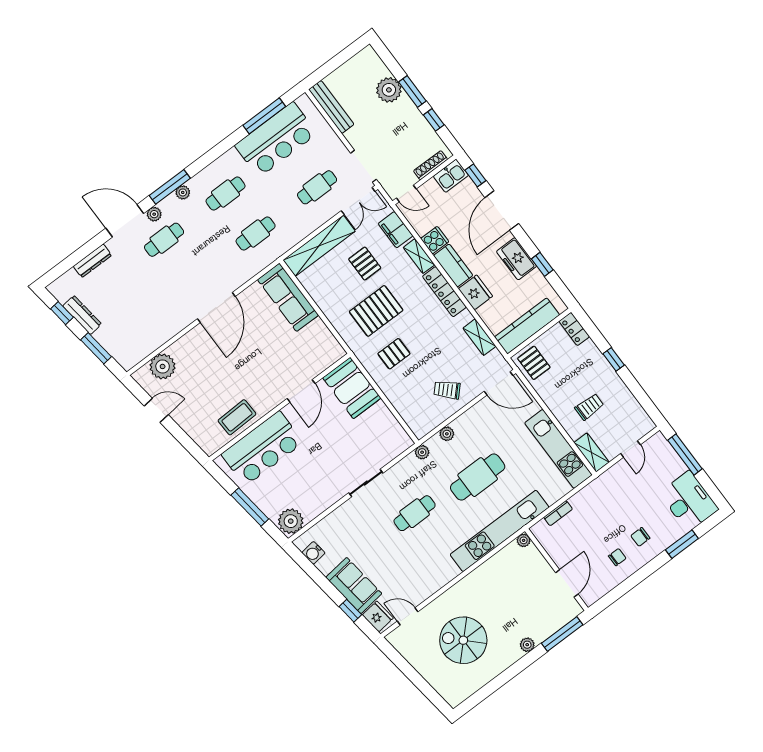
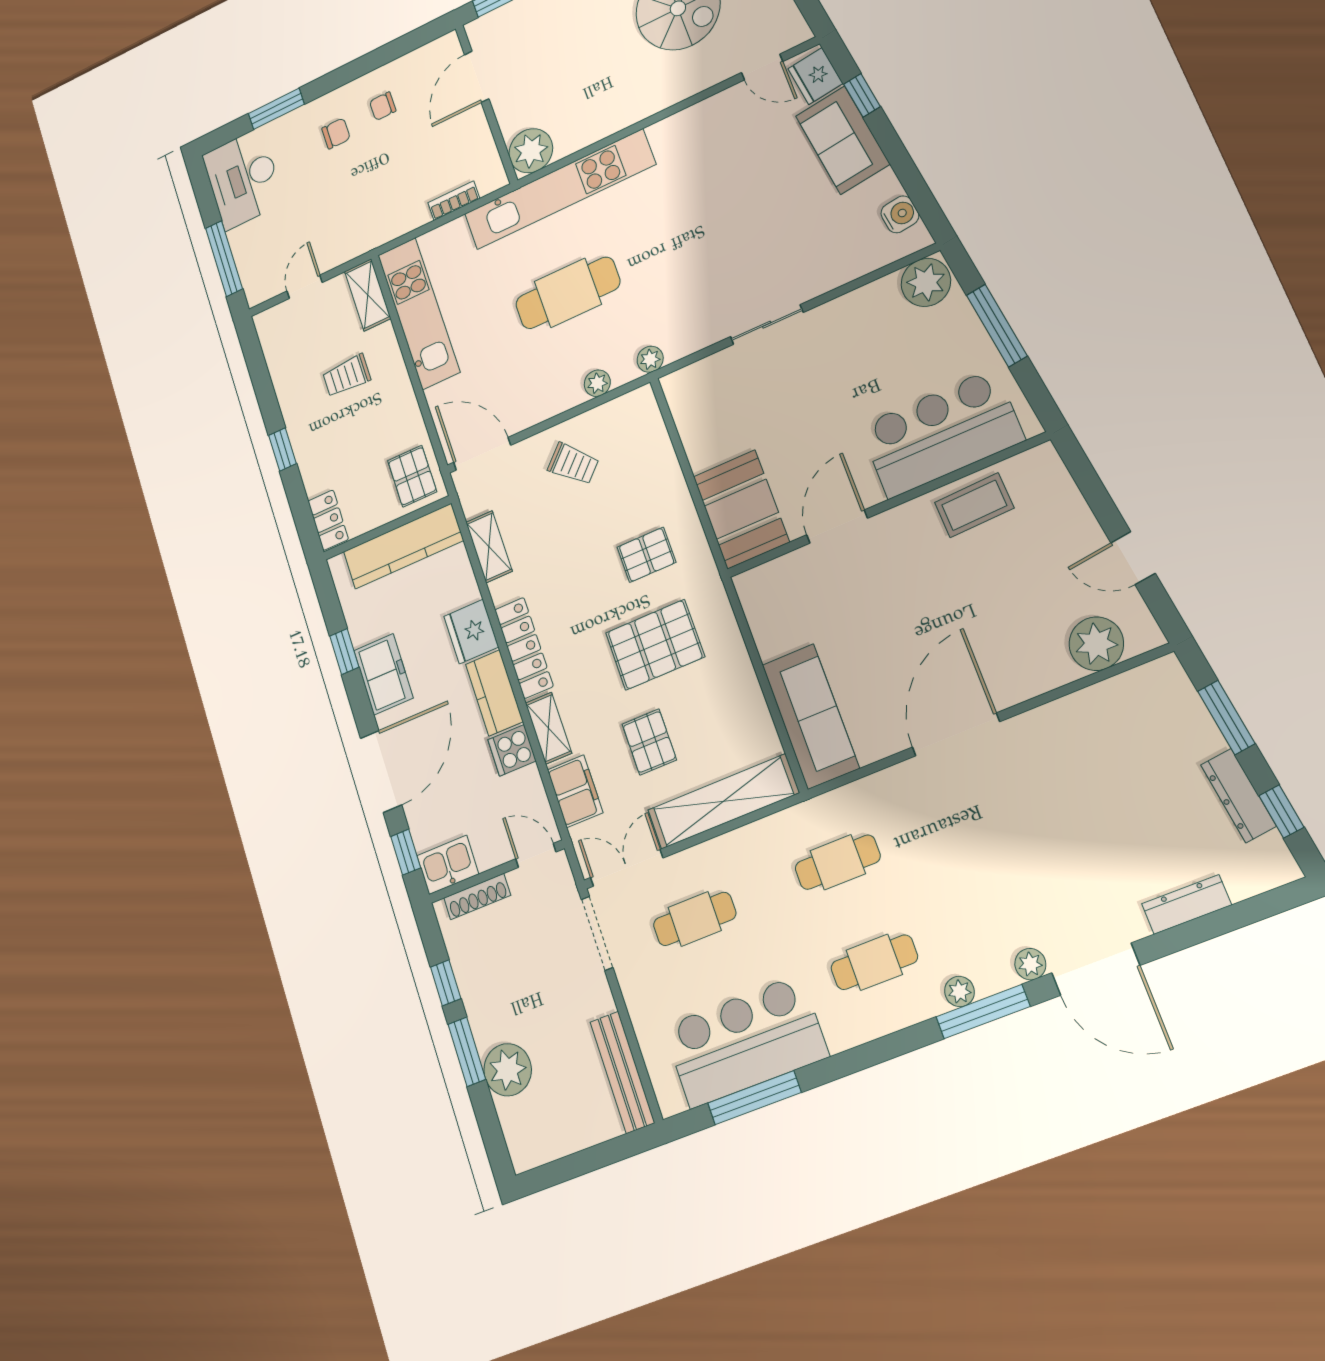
cafe table: (164, 240) -> (1024, 904), removed
cafe table: (415, 513) -> (696, 251), removed
plant: (524, 540) -> (531, 151), width x1.87, depth x1.87

